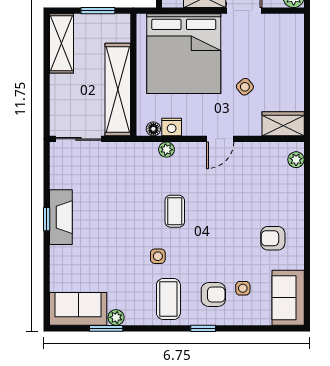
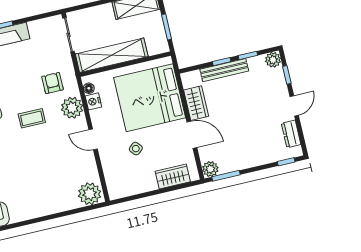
wardrobe: (283, 124) -> (173, 176), moved, turned -90
plant: (166, 150) -> (72, 108), width x1.88, depth x1.88
plant: (296, 160) -> (90, 194), width x1.88, depth x1.88
armchair: (273, 238) -> (53, 83), moved

